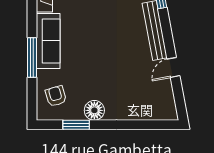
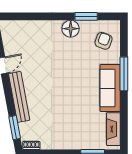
armchair: (56, 96) -> (104, 41), turned -144

